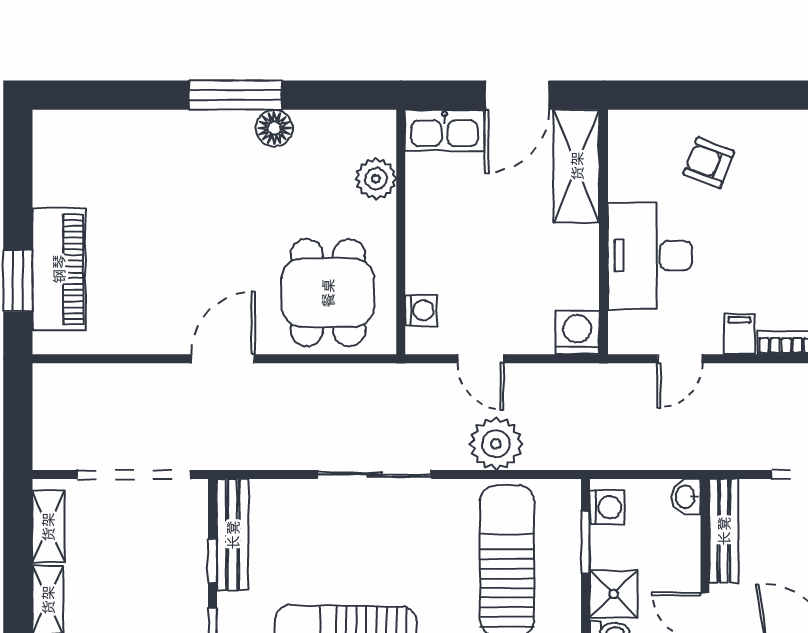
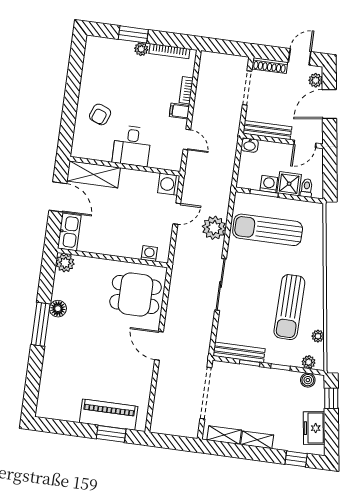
plant: (376, 179) -> (65, 263), moved
desk: (650, 256) -> (132, 146), width x0.73
door: (480, 359) -> (177, 214), moved
washing machine: (607, 507) -> (269, 184), moved

